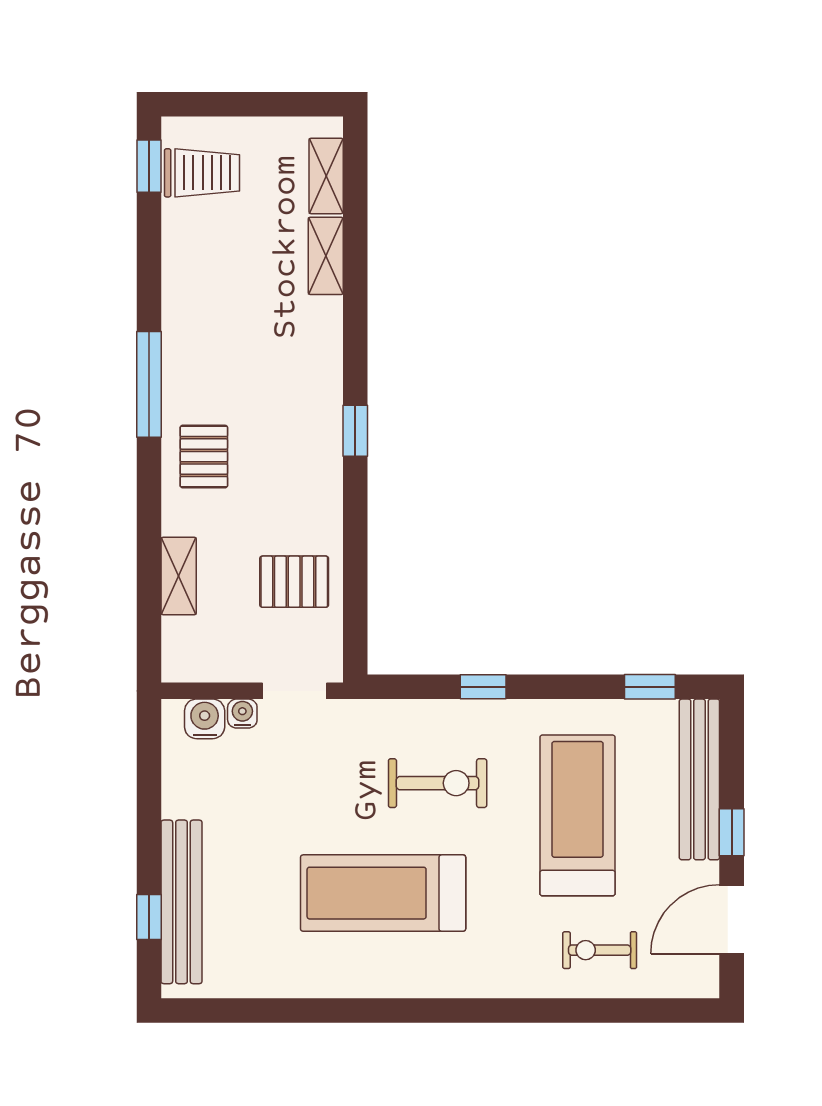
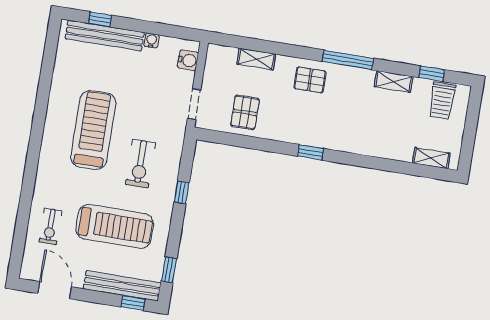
window: (149, 166) -> (432, 74), moved
shelving: (326, 256) -> (394, 82), moved
water cooler: (242, 714) -> (151, 41), moved, turned -90
window: (732, 832) -> (133, 303), moved
exercise bike: (600, 950) -> (50, 226), turned 180

